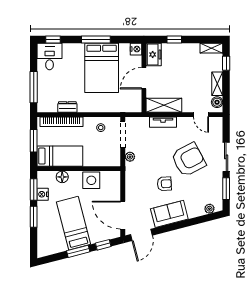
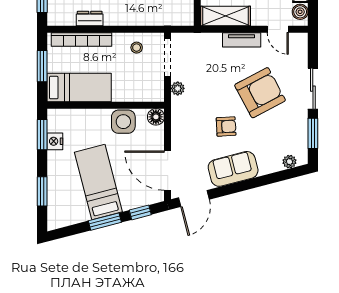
tv unit: (163, 122) -> (242, 40), moved
floor lamp: (62, 177) -> (156, 117), moved
window: (34, 217) -> (42, 191), moved

